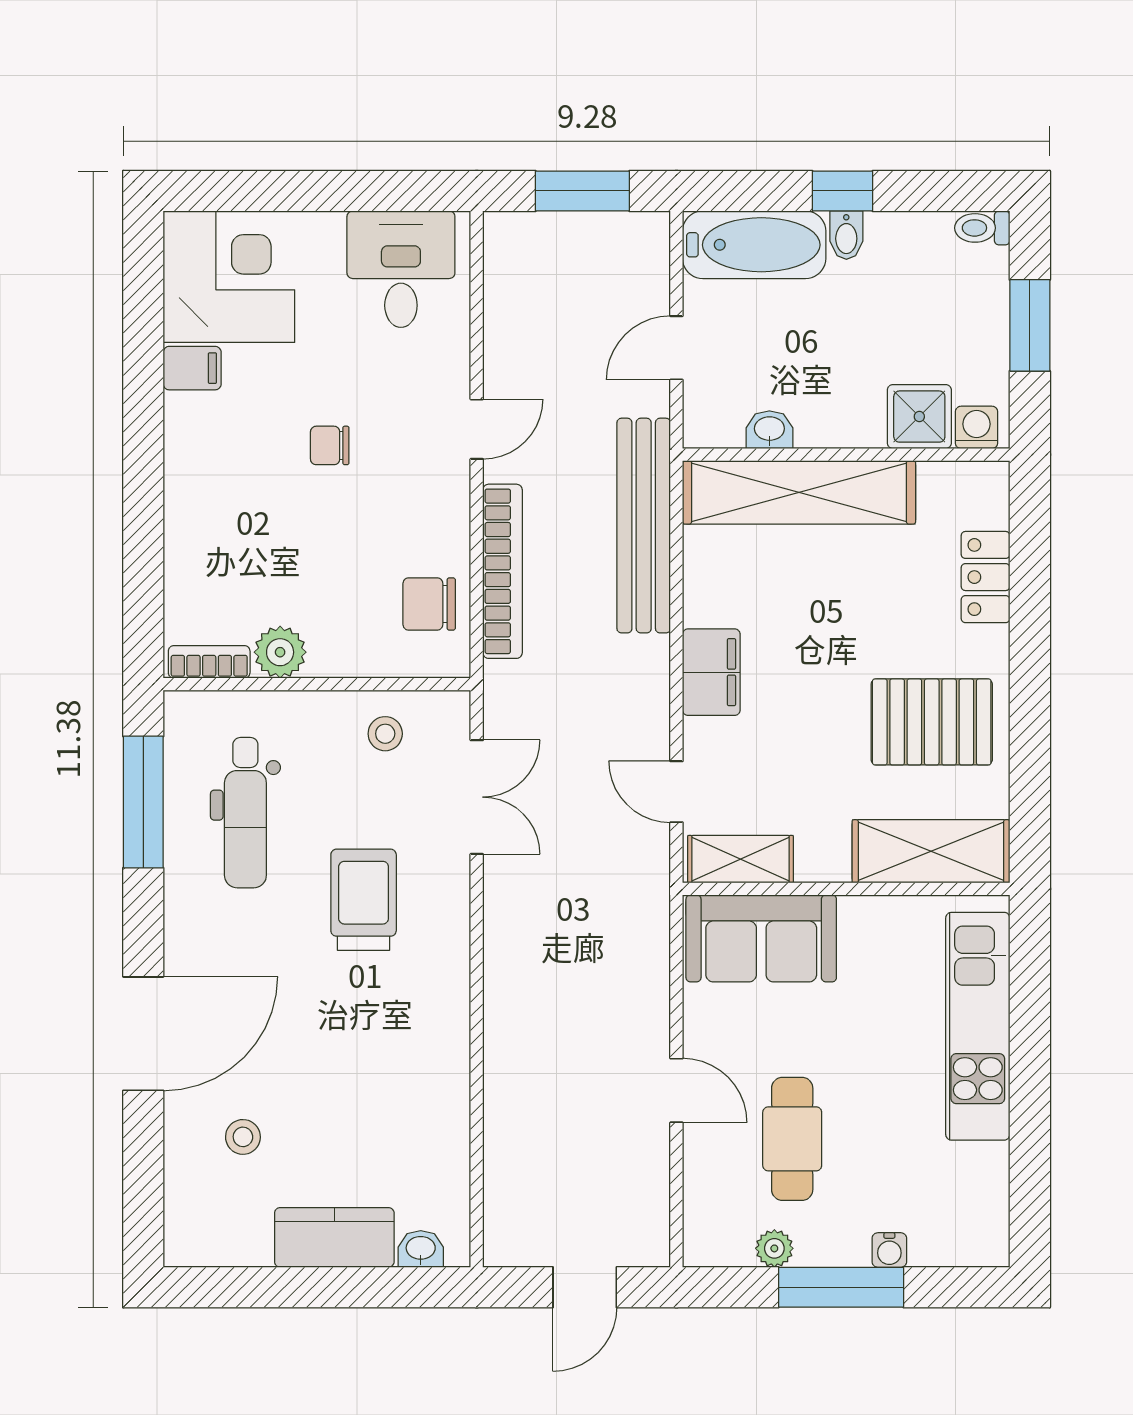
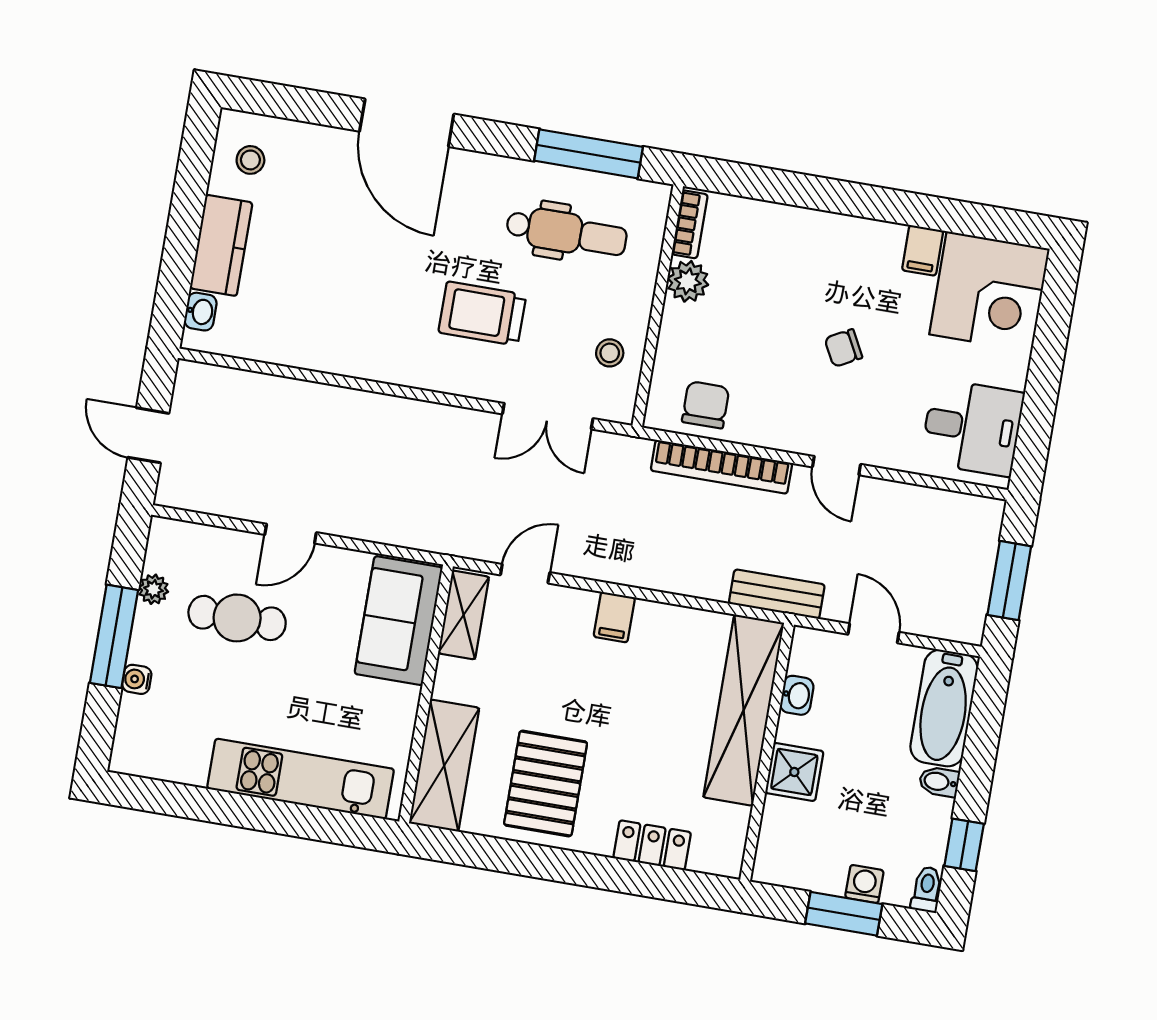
window: (842, 191) -> (964, 845), moved
shower: (919, 417) -> (794, 772), moved
washing machine: (977, 427) -> (864, 884), moved, turned -90
chair: (330, 445) -> (843, 348), turned -118
bench: (644, 526) -> (777, 594), width x0.54, depth x0.82
filing cabinet: (711, 672) -> (614, 617), width x0.50
dental chair: (245, 813) -> (567, 233), turned 180
trolley: (364, 900) -> (482, 314), turned 180
stool: (243, 1137) -> (250, 160), moved

